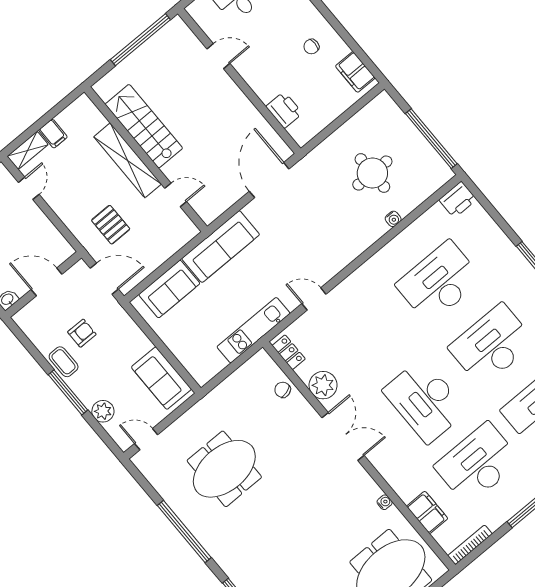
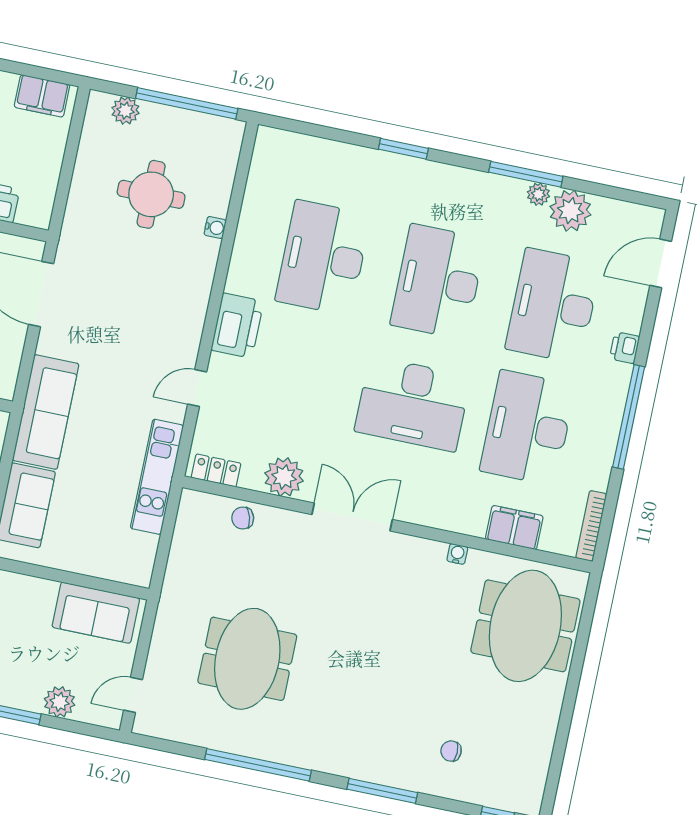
plant: (395, 116) -> (125, 111), added
printer: (458, 200) -> (237, 326), moved, width x1.37, depth x1.19

